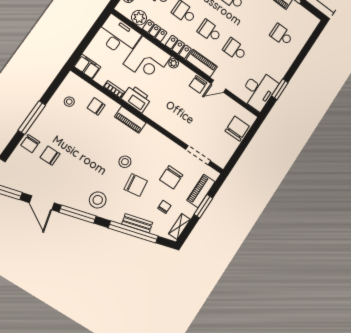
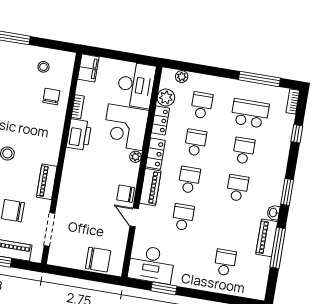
piano: (130, 120) -> (47, 182), moved

